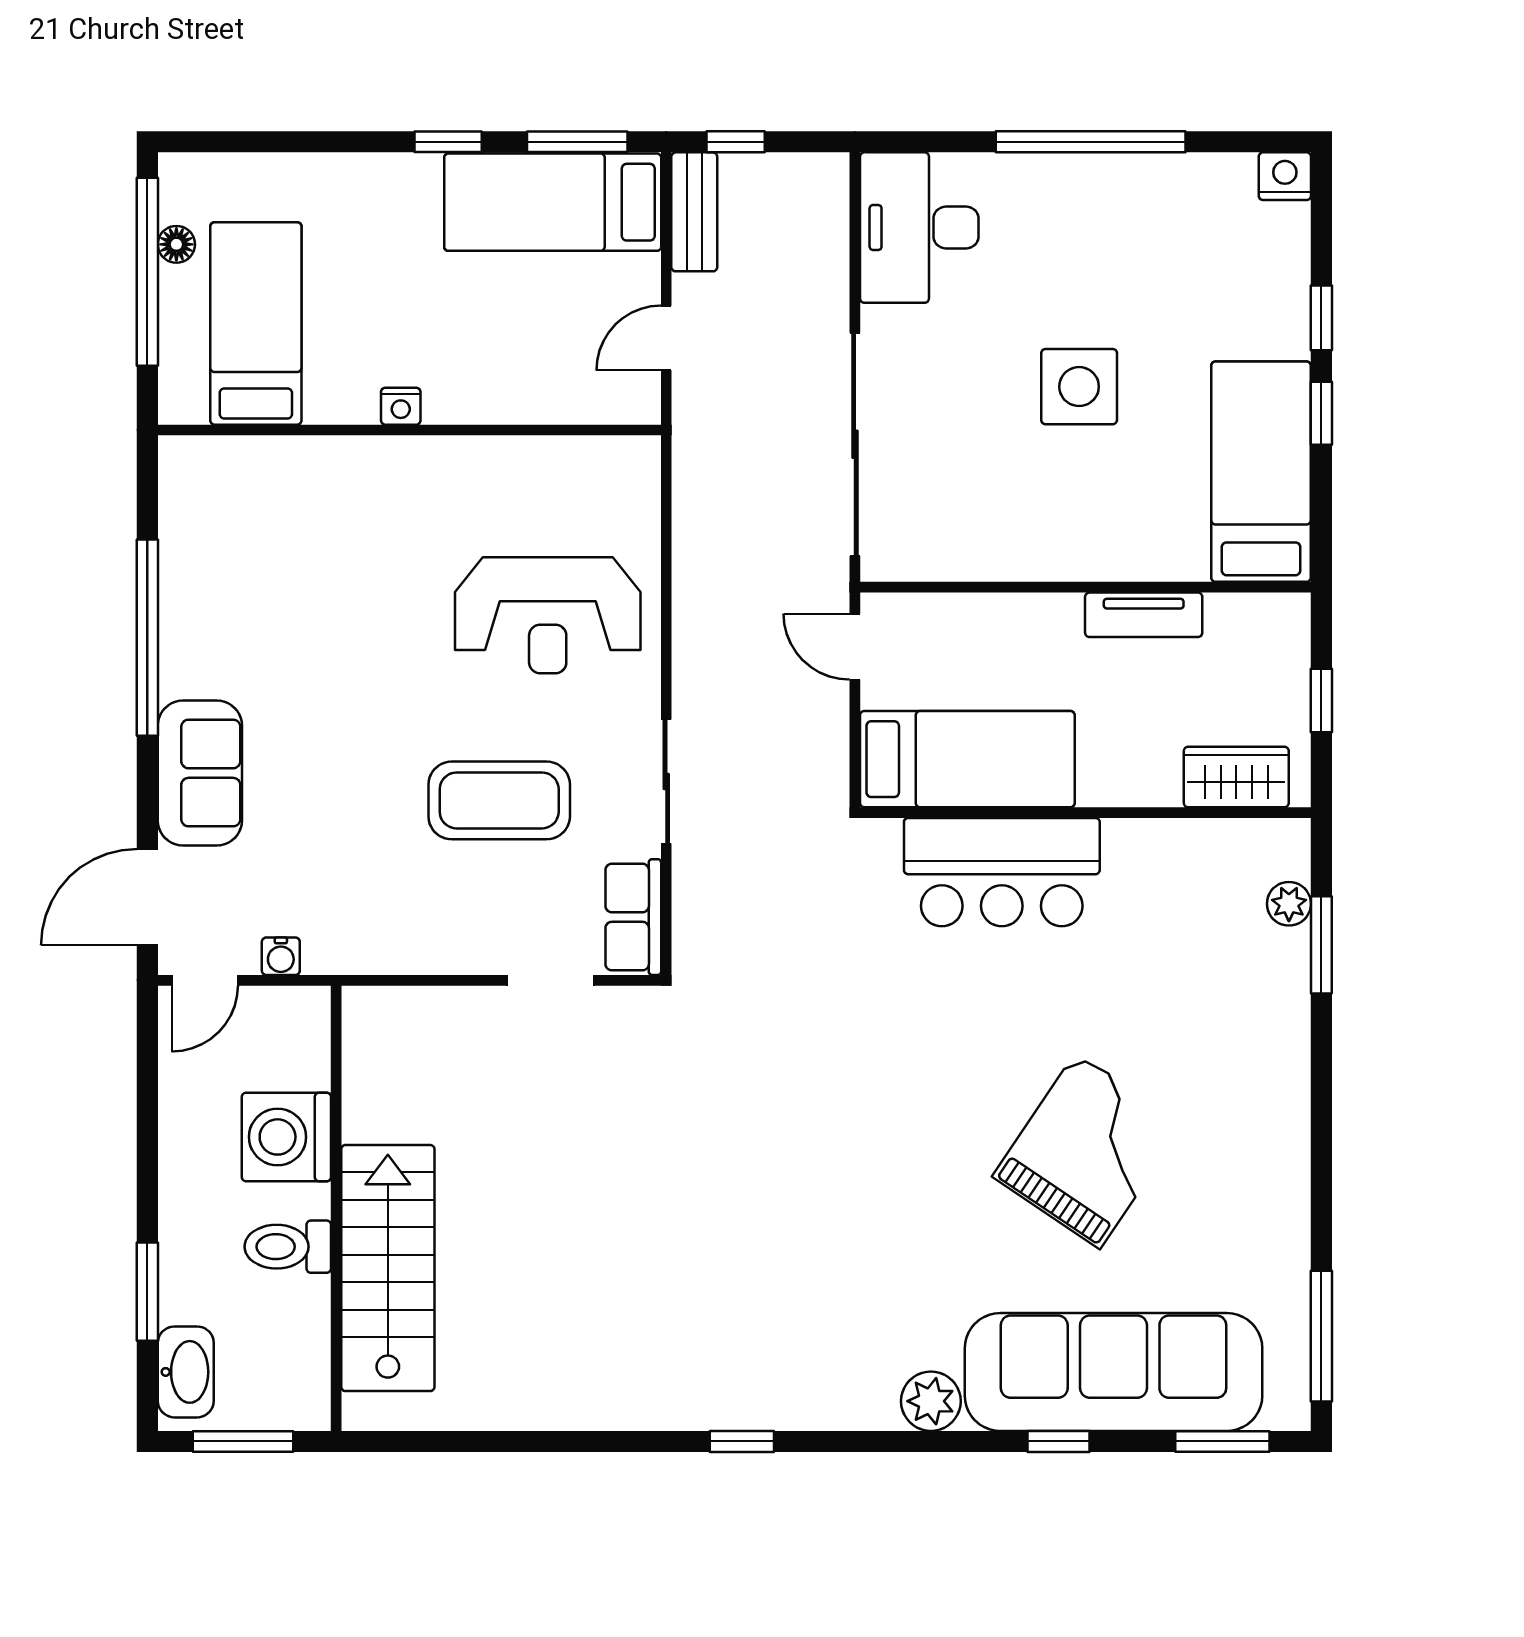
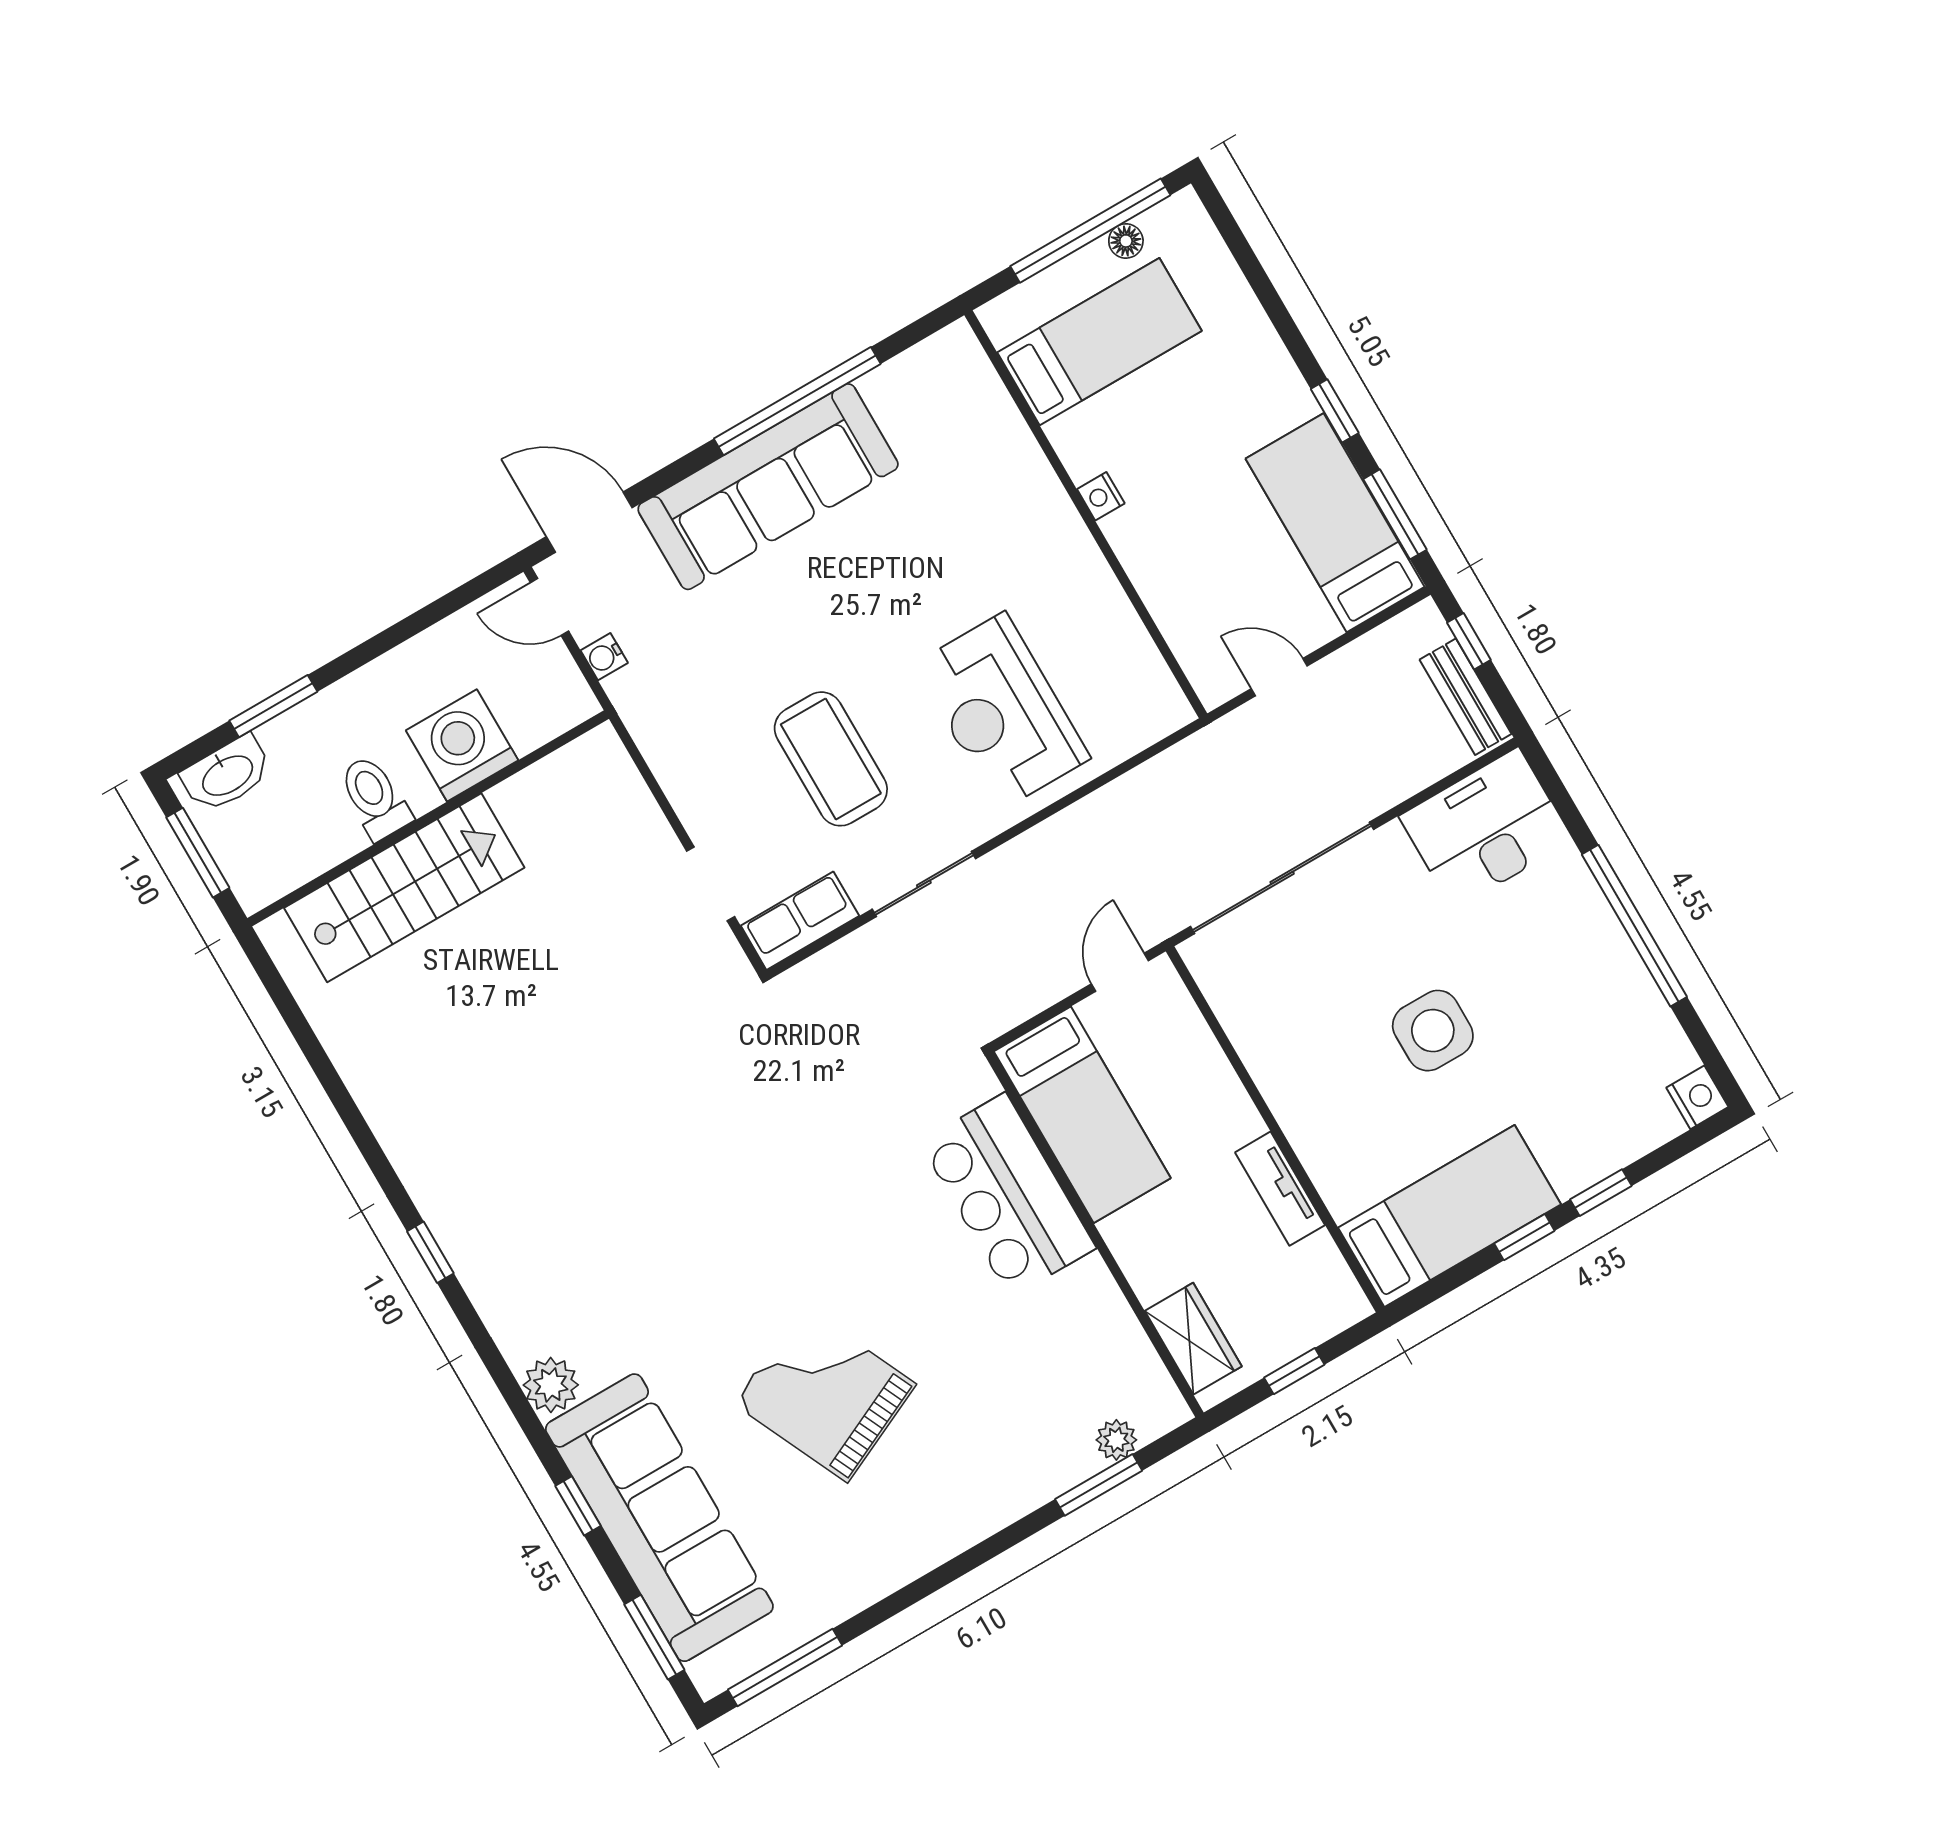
bench: (694, 212) -> (1466, 697), moved, turned 90
sofa: (200, 773) -> (768, 487), width x1.85, depth x1.27
grand piano: (1088, 1151) -> (825, 1394), turned -149

